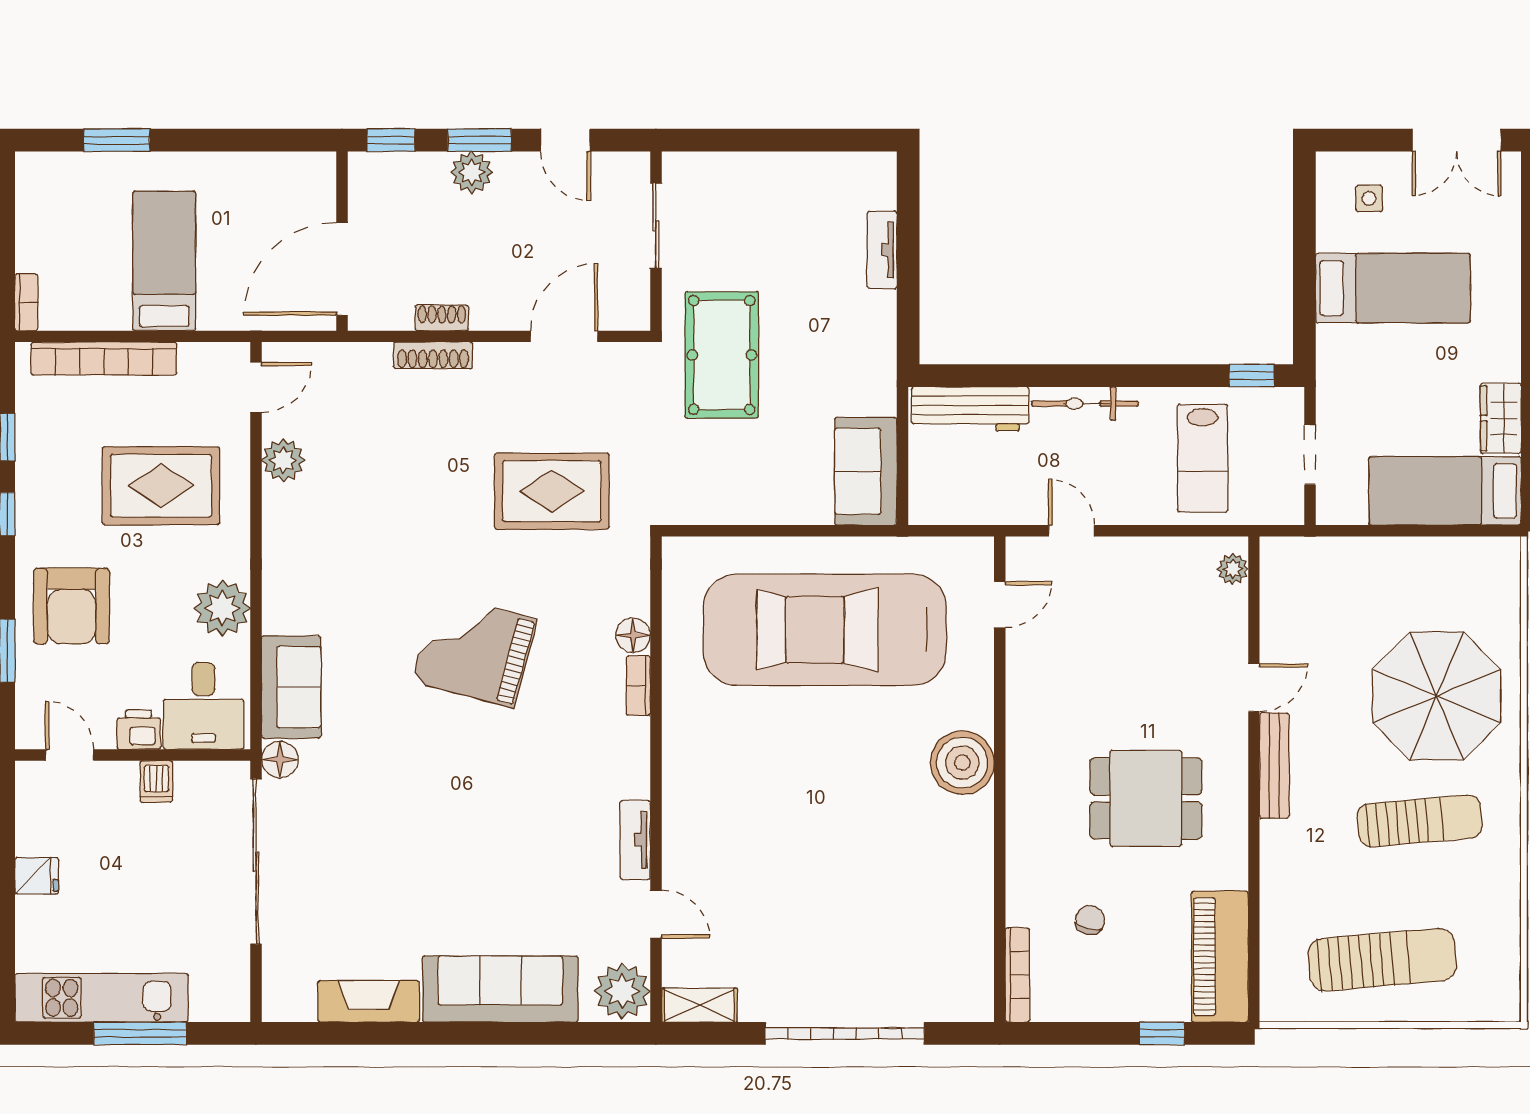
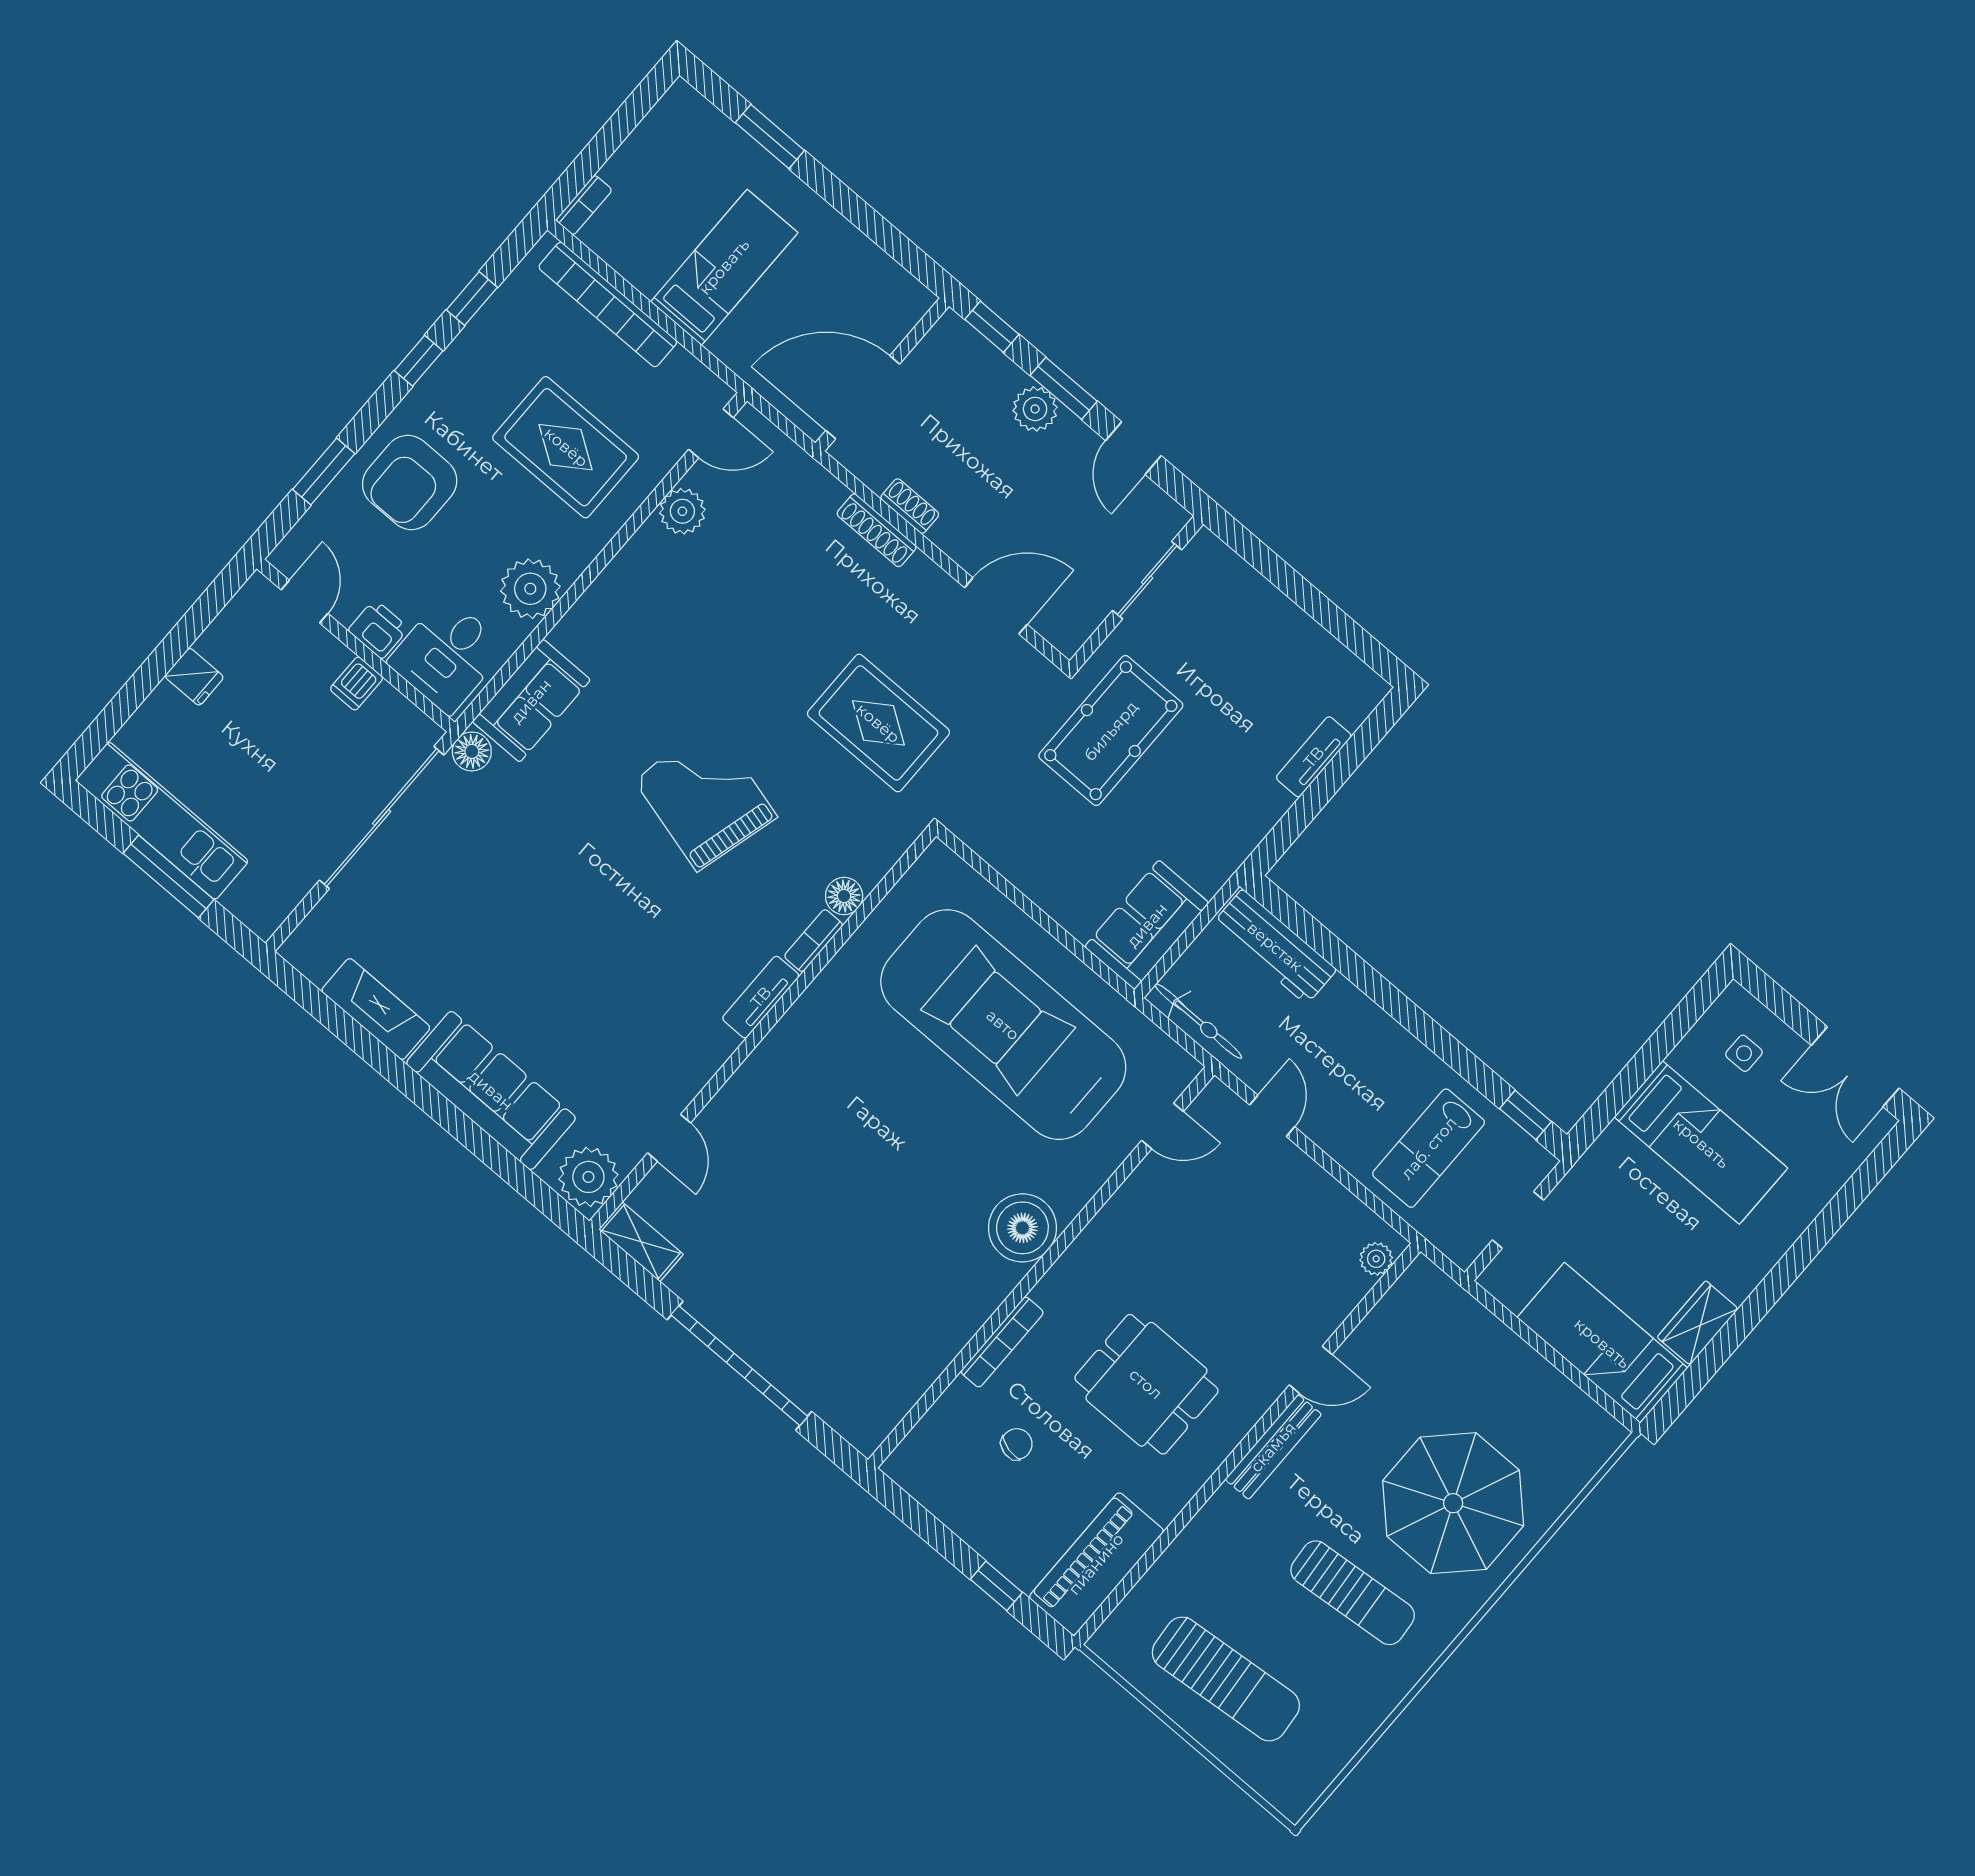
bicycle: (1085, 404) -> (1198, 1021), moved, turned 180
tv unit: (635, 840) -> (761, 997), moved
bookcase: (1017, 975) -> (1002, 1342), moved

